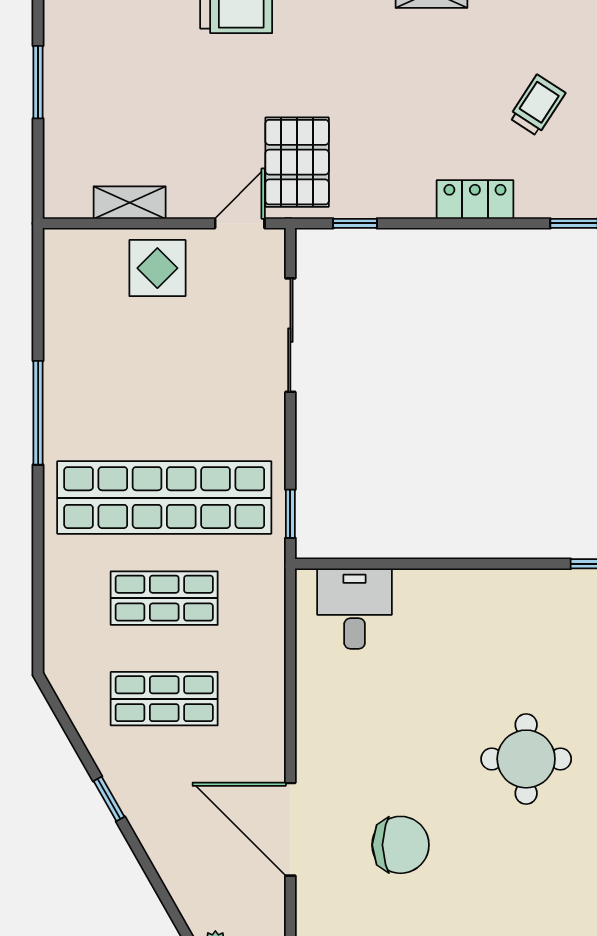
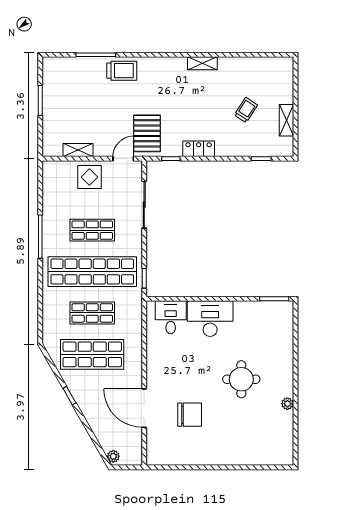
locker: (475, 199) -> (199, 149), moved
shop shelf: (164, 397) -> (92, 230), added
desk: (450, 612) -> (210, 319), added
shop shelf: (164, 699) -> (92, 354), width x1.43, depth x1.36

